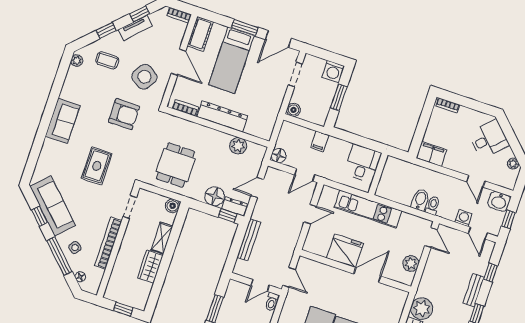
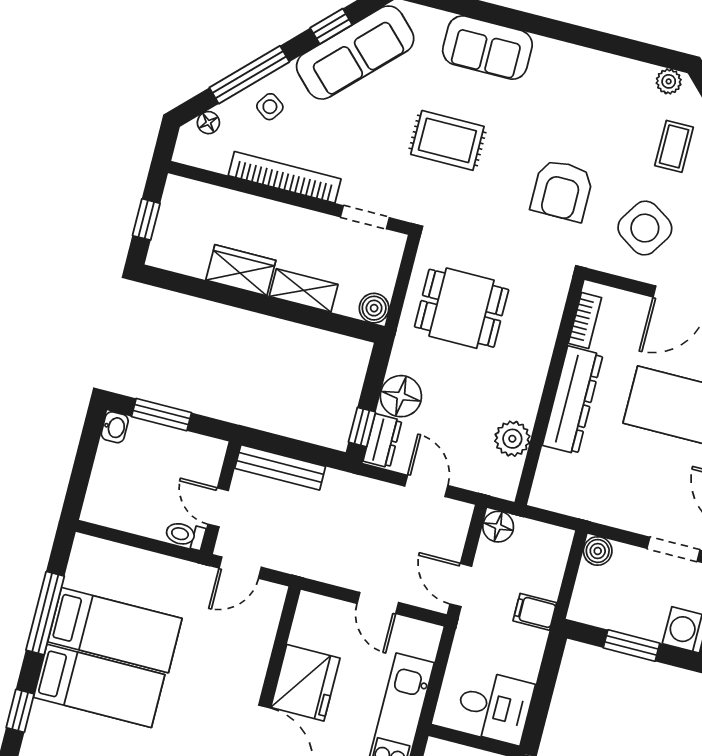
sofa: (63, 121) -> (487, 48), moved
bench: (249, 240) -> (280, 467), moved

